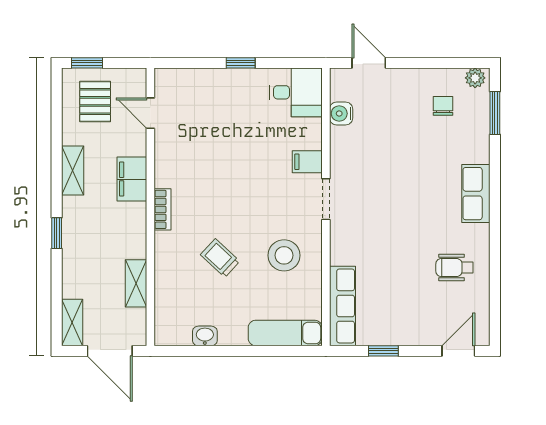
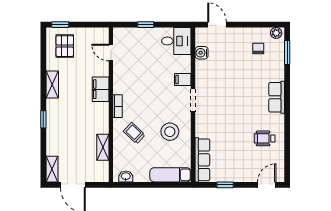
door: (150, 113) -> (111, 53), moved
filing cabinet: (132, 179) -> (101, 89), moved
wall: (150, 207) -> (111, 105), moved
bookcase: (163, 209) -> (118, 106), moved
shelving: (136, 283) -> (103, 147), moved

